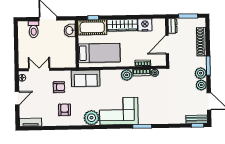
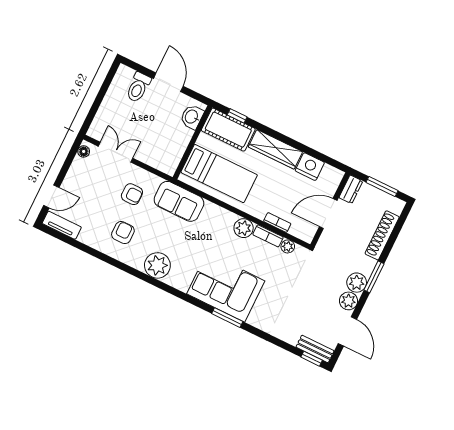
door: (17, 98) -> (51, 196), moved
corner sofa: (119, 111) -> (226, 287), moved

